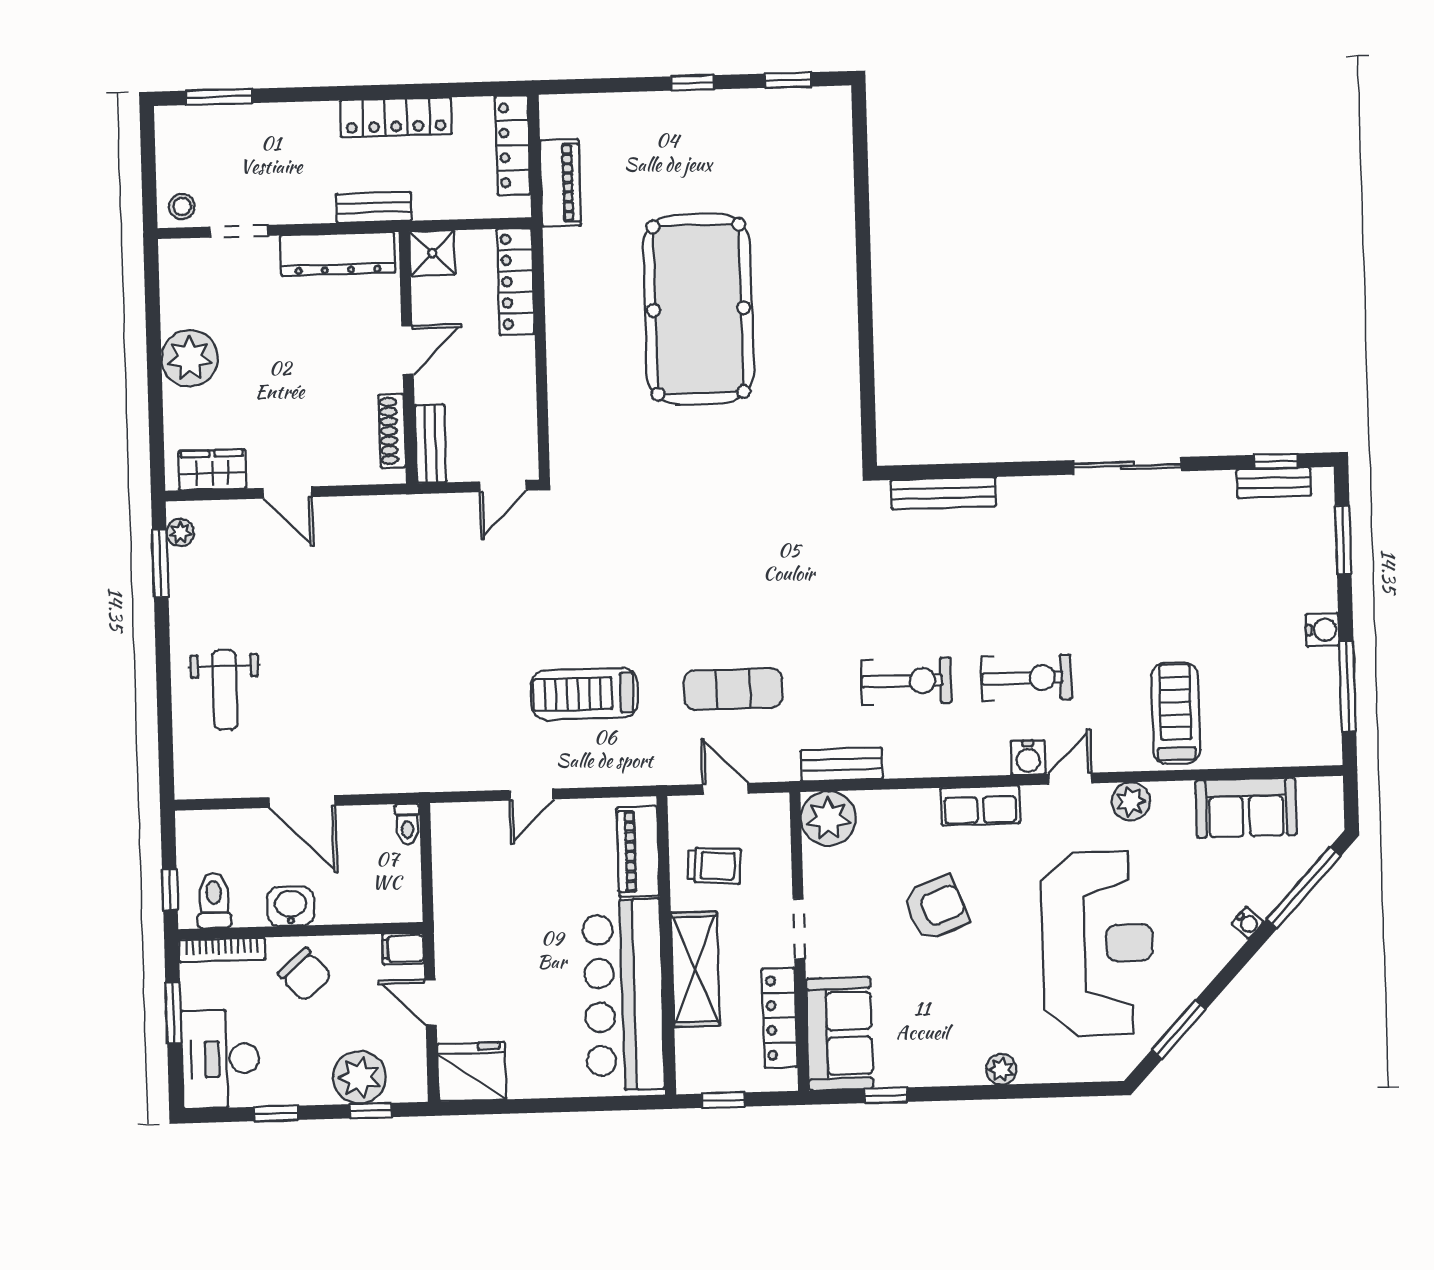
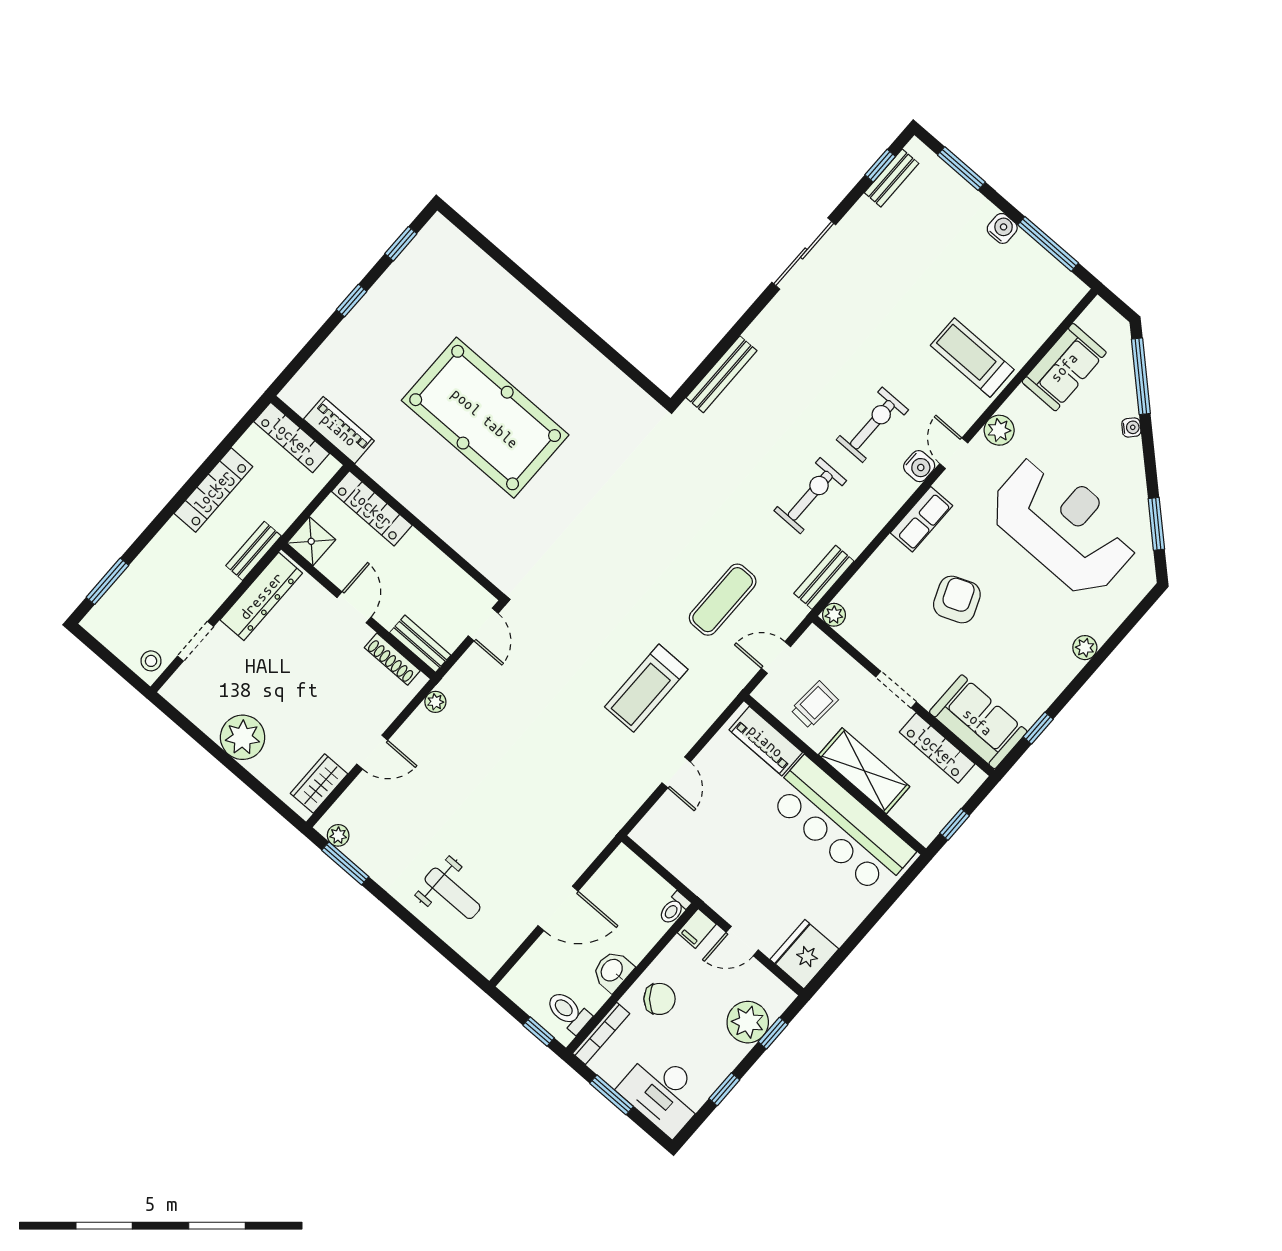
plant: (389, 508) -> (435, 702), added
plant: (828, 818) -> (834, 615), width x0.53, depth x0.53
toilet: (407, 824) -> (674, 908), moved, turned 90

